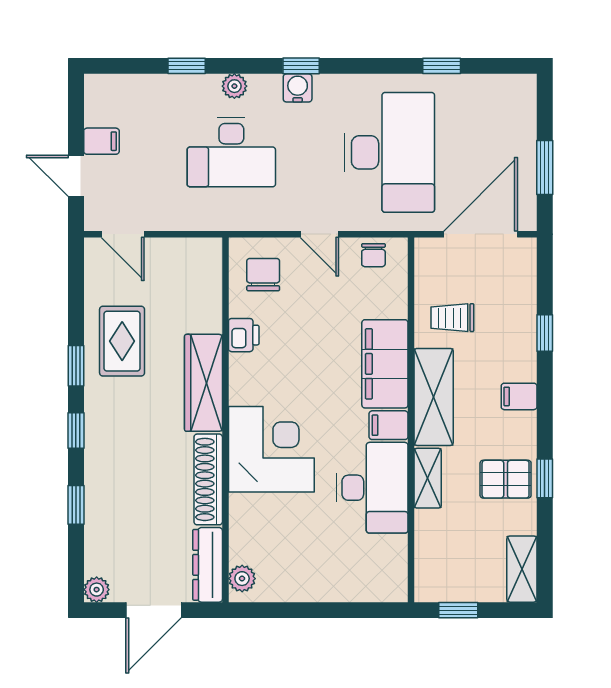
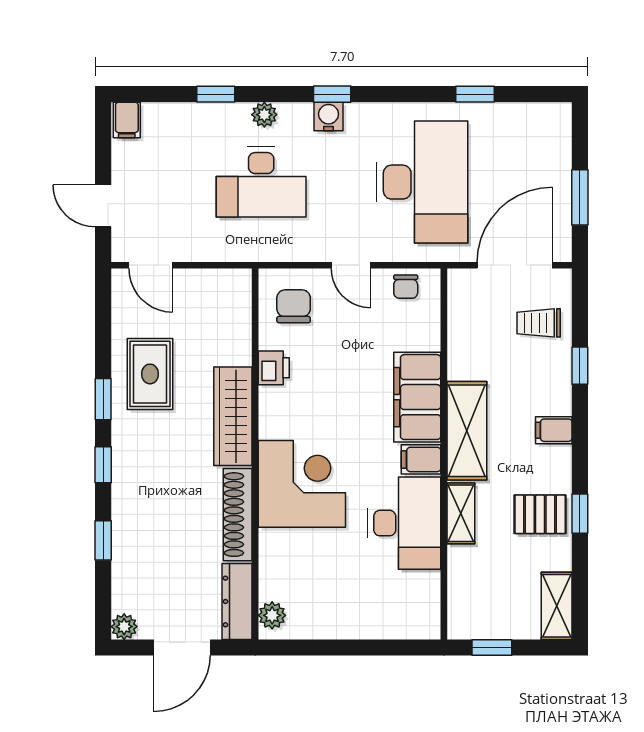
filing cabinet: (101, 141) -> (127, 120), moved, turned 90
trolley: (452, 318) -> (539, 323), moved

